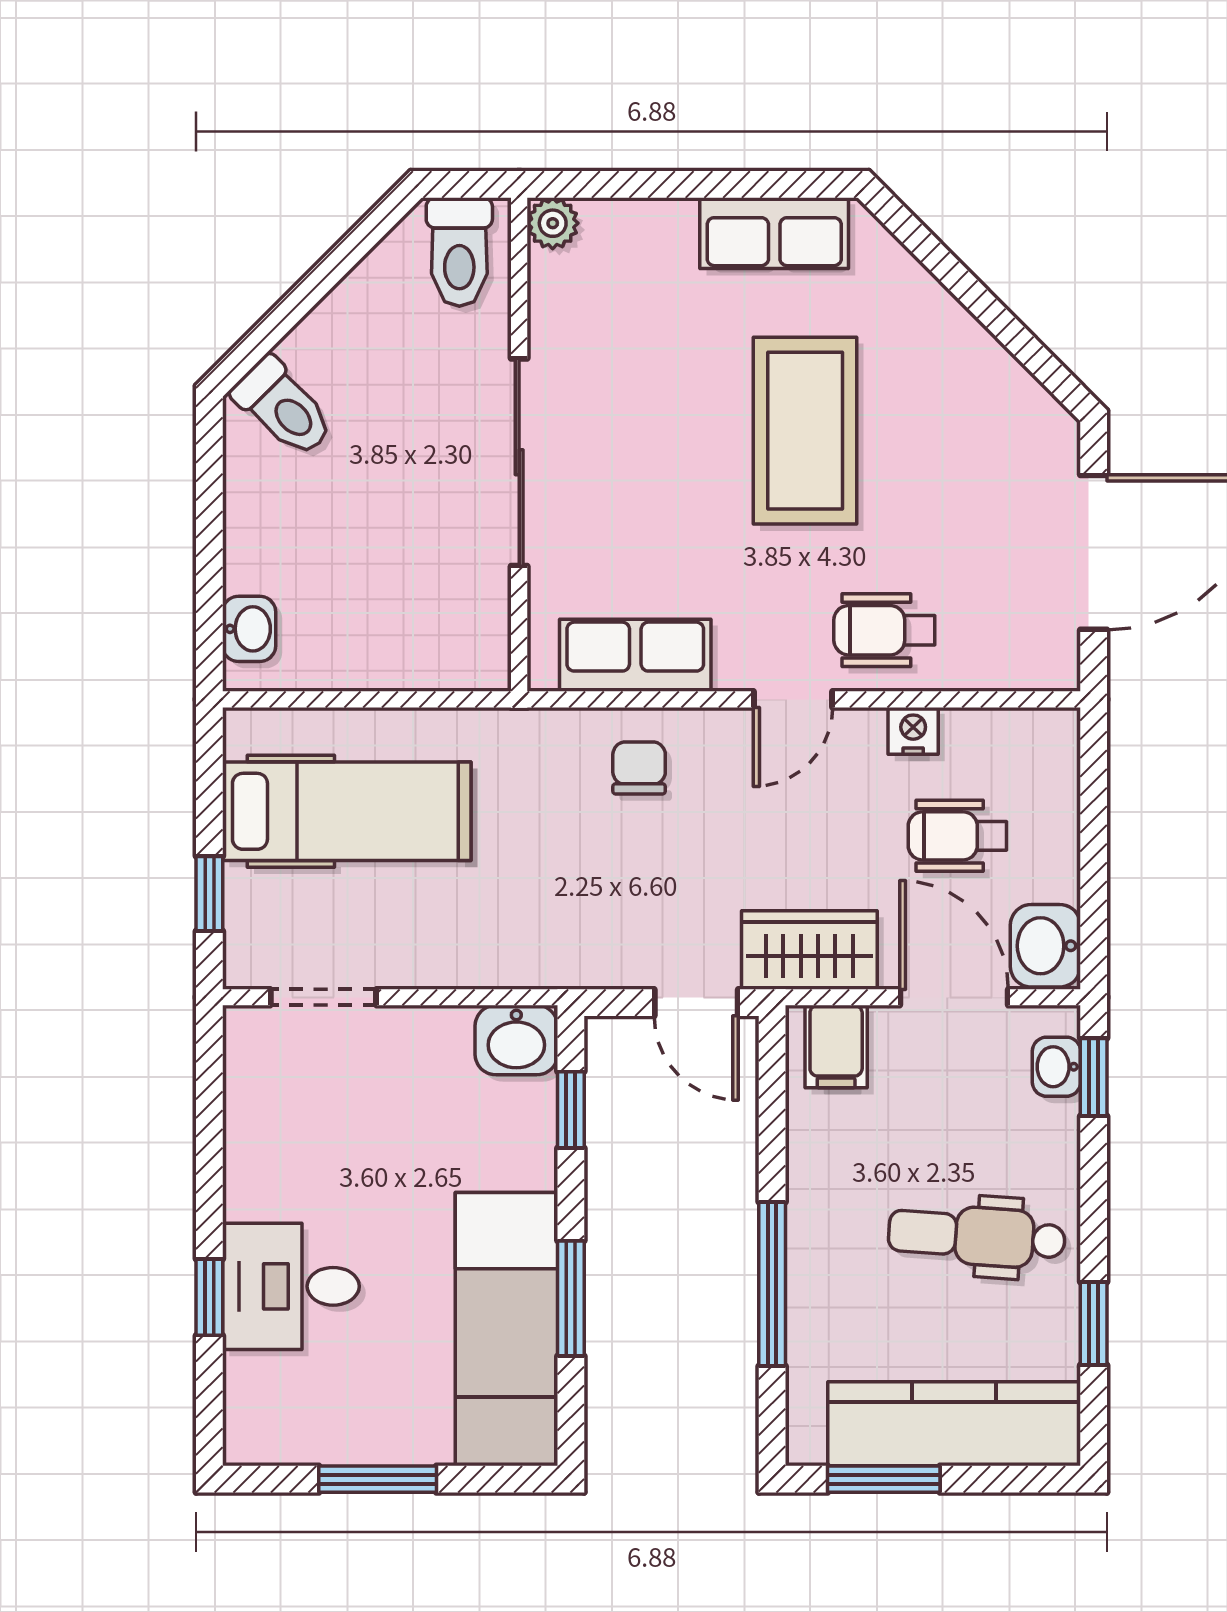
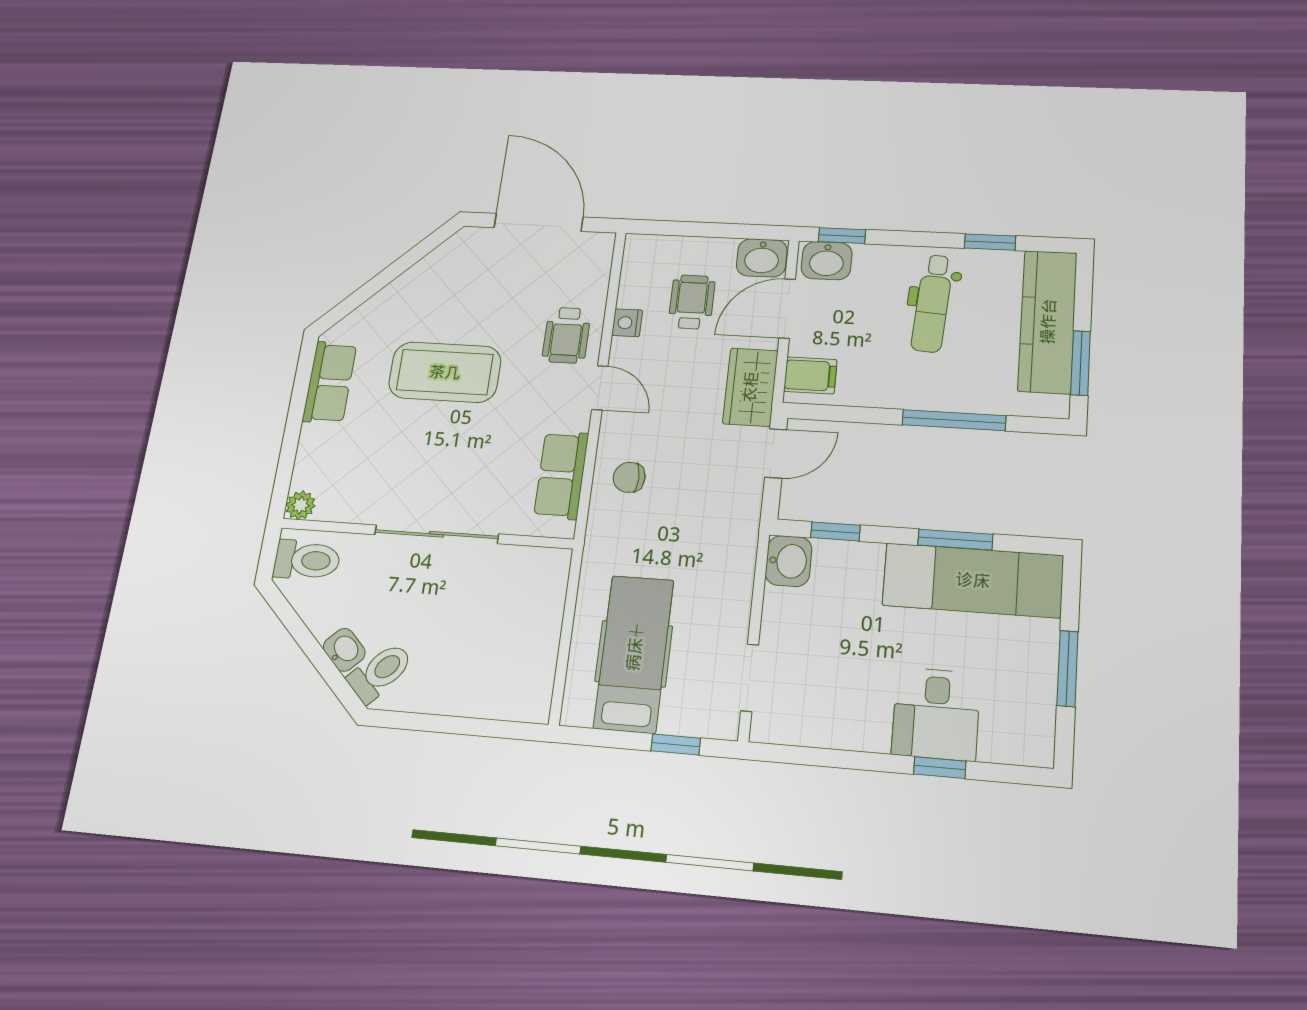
washbasin: (249, 629) -> (344, 650), moved, turned 45
wheelchair: (958, 836) -> (692, 302), turned 180
washbasin: (1056, 1067) -> (827, 261), width x1.38, depth x1.45

